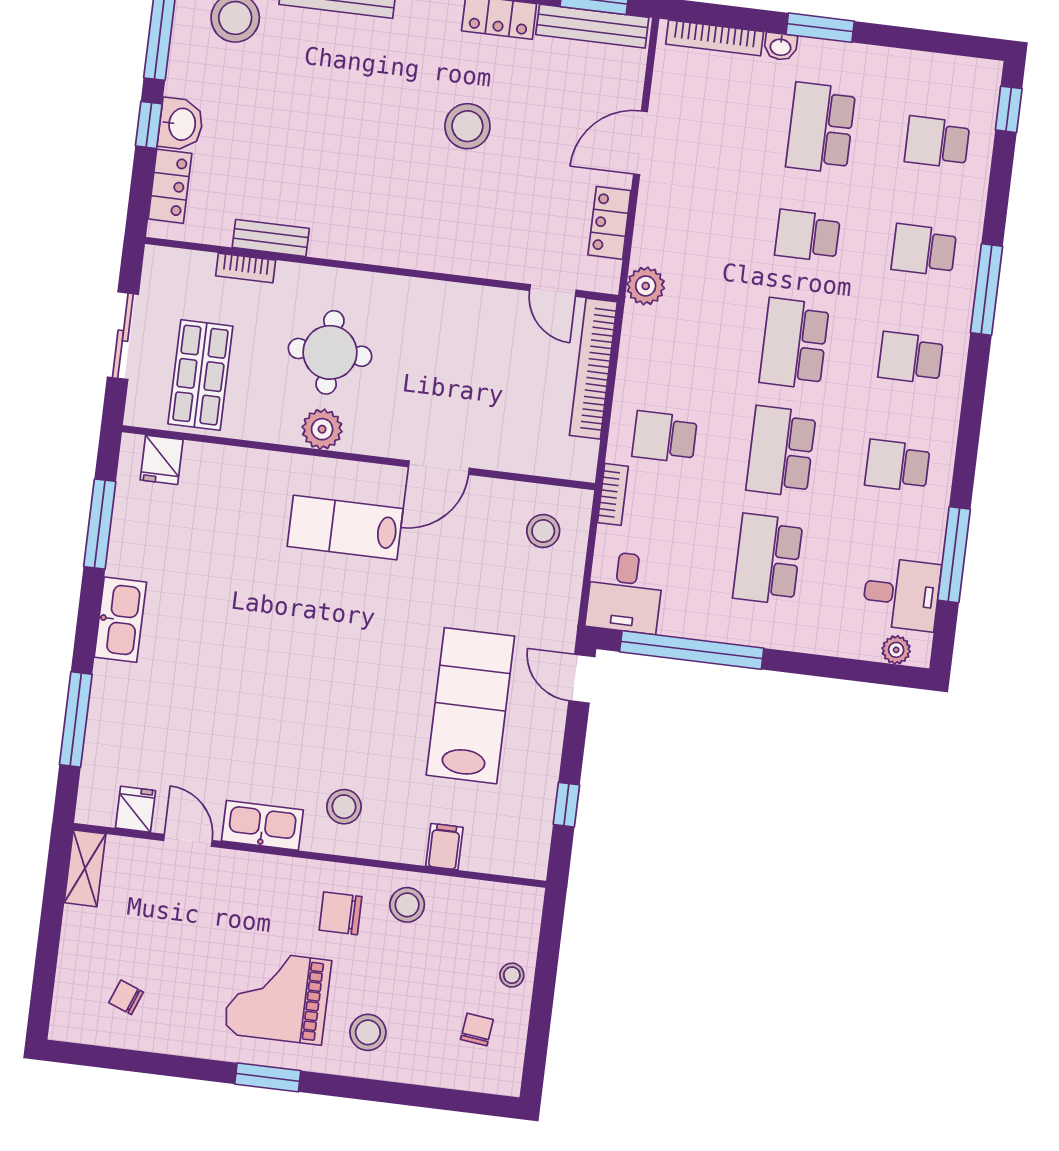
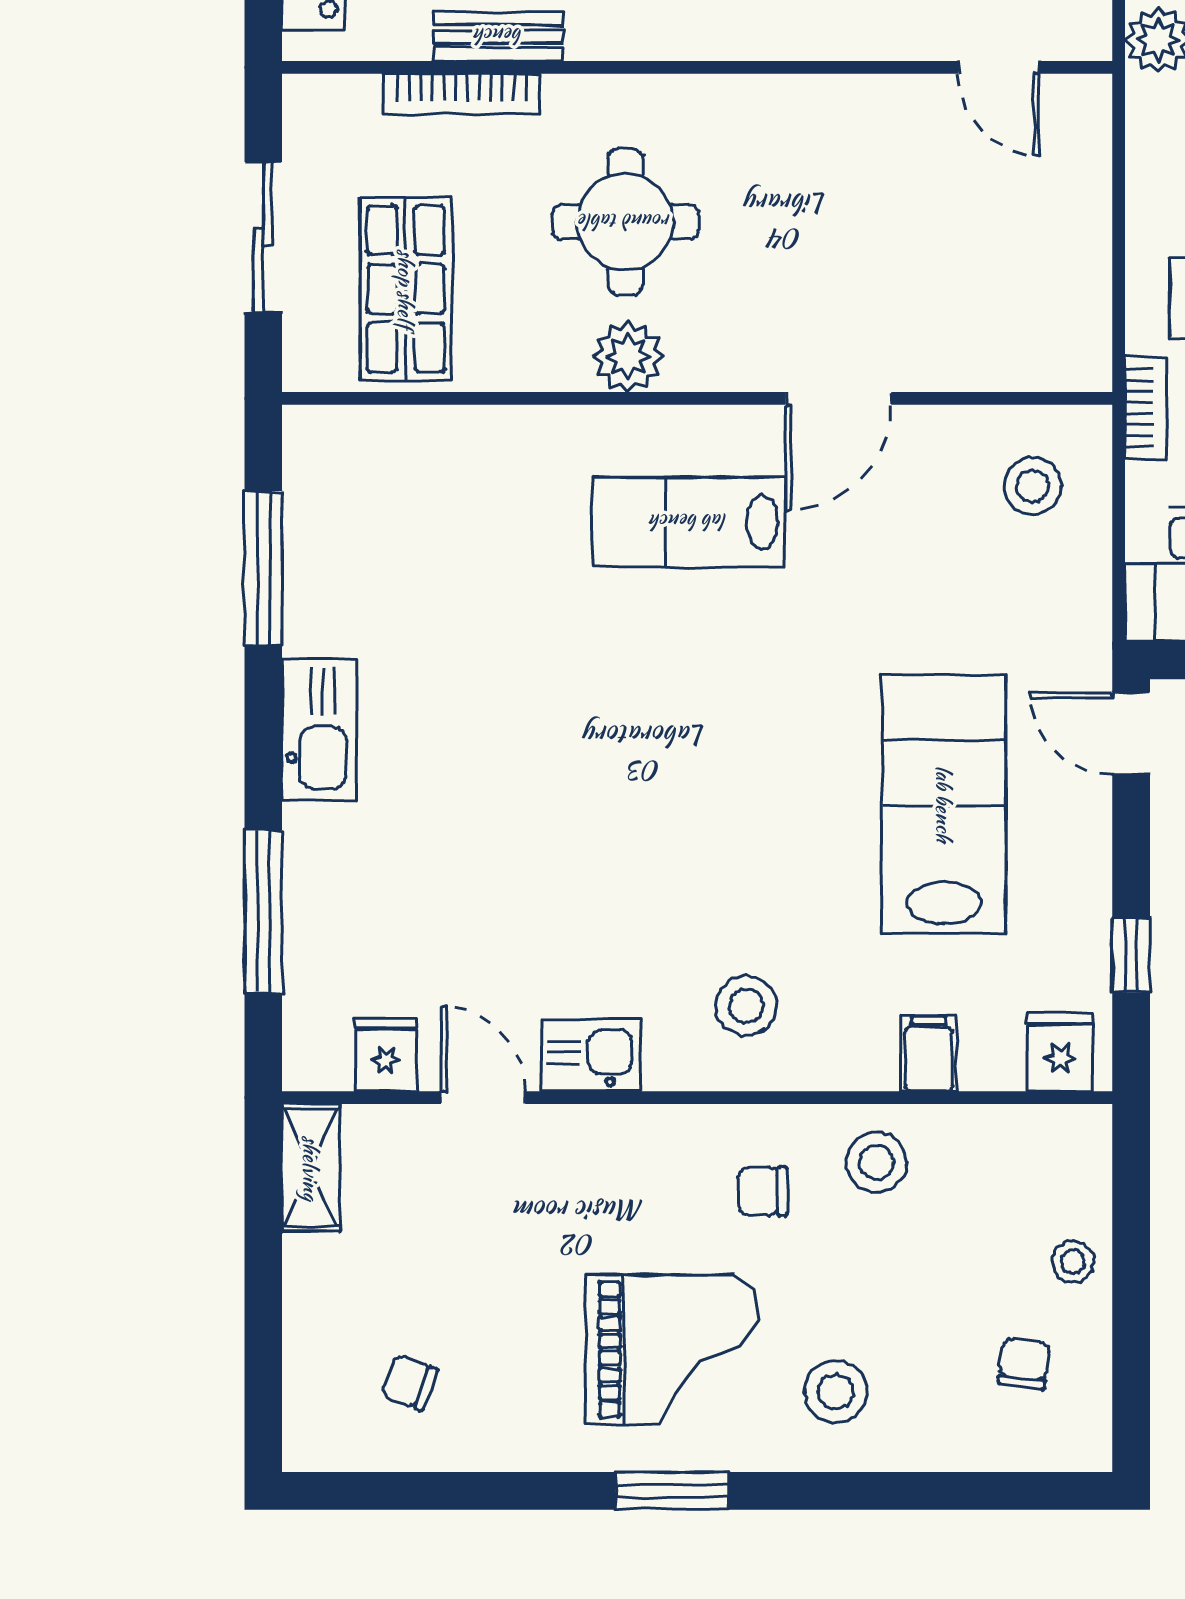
bookcase: (246, 268) -> (461, 94), width x1.56
bookcase: (593, 369) -> (1085, 194), removed
fridge: (162, 460) -> (1060, 1052), moved, turned 180
kitchen sink: (262, 825) -> (590, 1056), width x0.73
chair: (341, 913) -> (763, 1191), width x0.73, depth x0.73
grand piano: (278, 997) -> (672, 1350), turned 180

